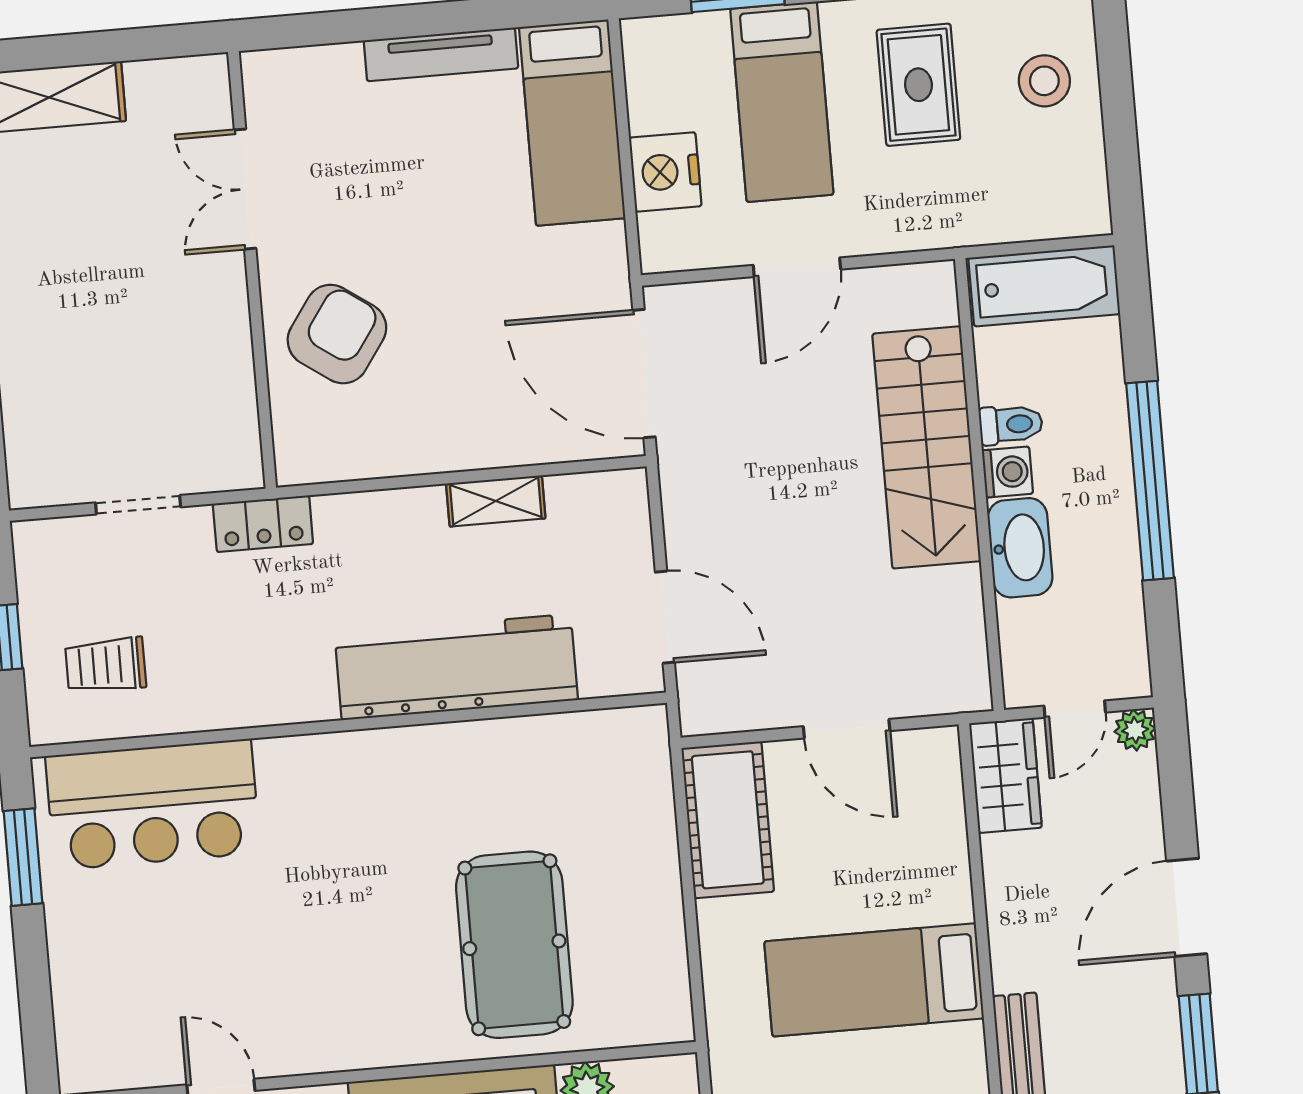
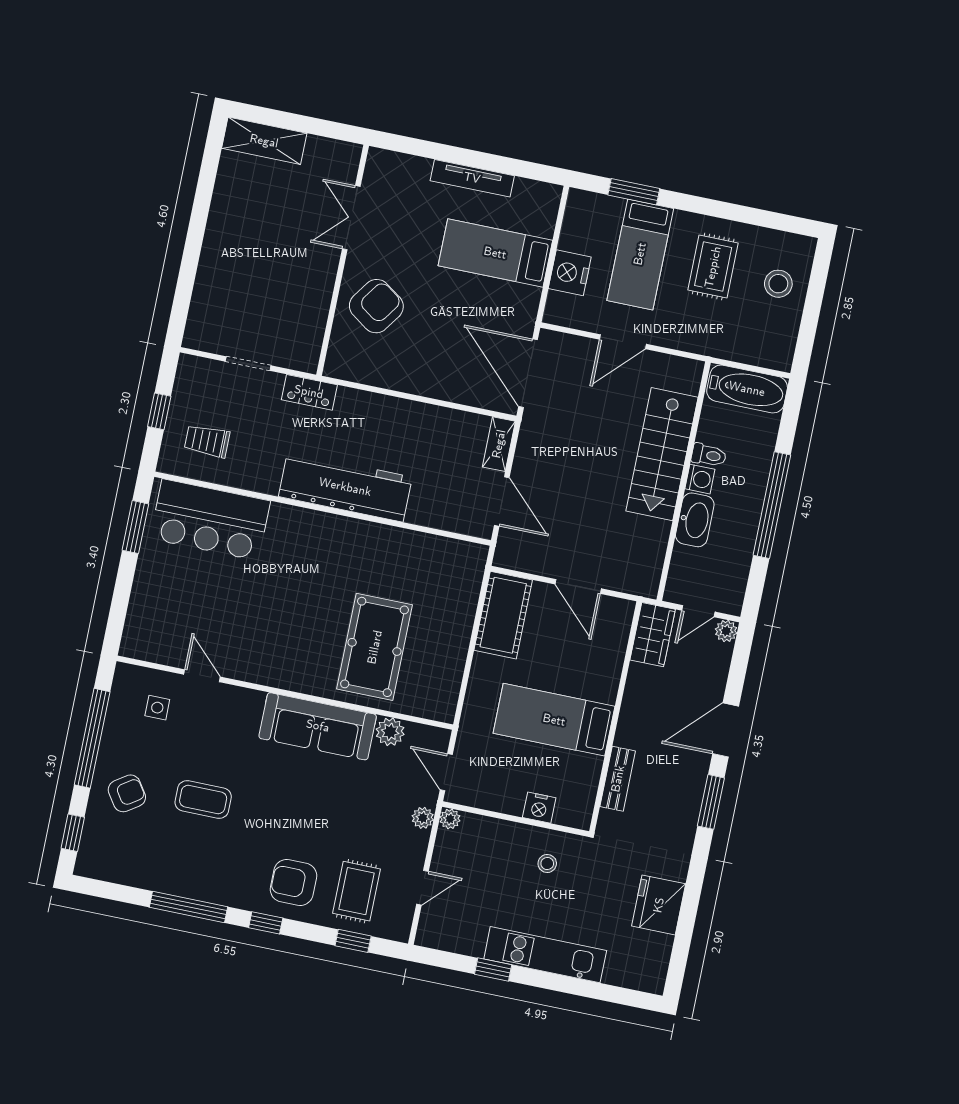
bed: (572, 123) -> (495, 253), moved, turned 90
shelving: (496, 501) -> (499, 444), moved, turned 90
workbench: (456, 667) -> (345, 487), moved

